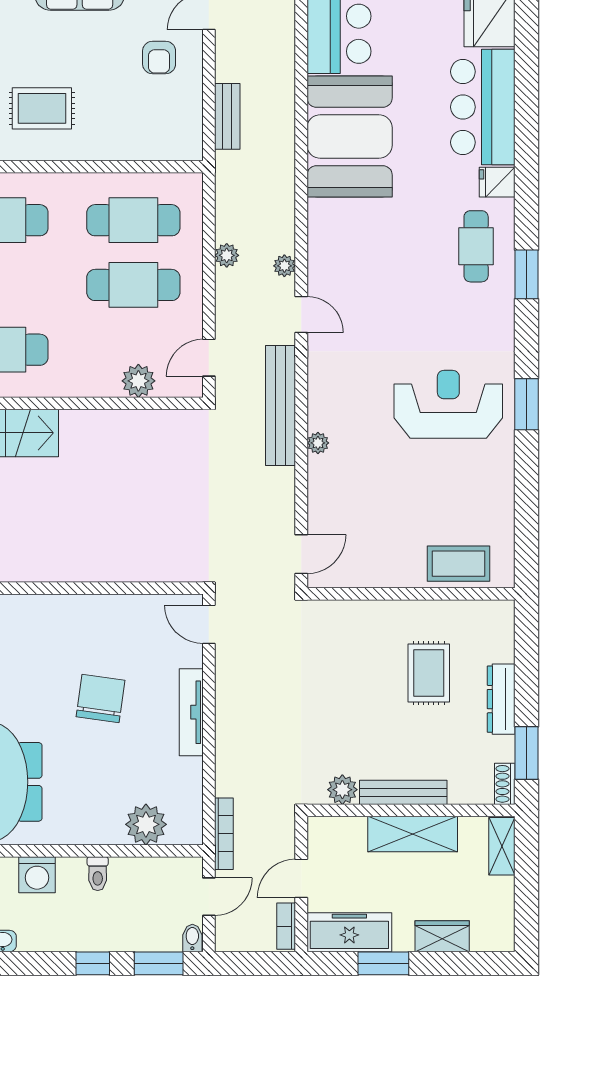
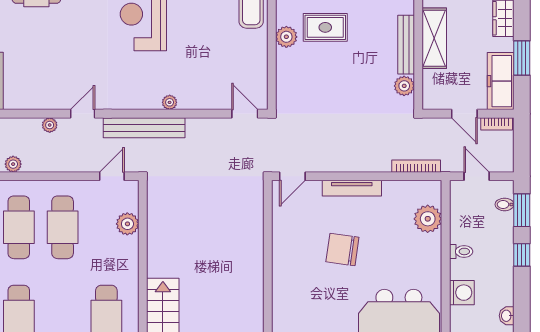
plant: (227, 255) -> (13, 164), moved
door: (209, 358) -> (112, 176), swing flipped
plant: (415, 616) -> (286, 37), added
bookcase: (224, 834) -> (416, 166), moved
bidet: (192, 938) -> (505, 204), moved

